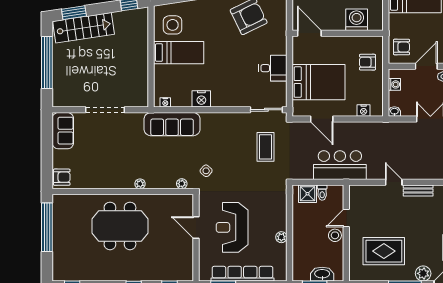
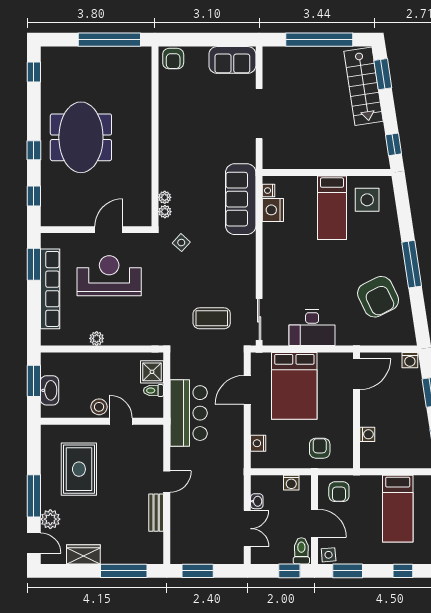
washing machine: (357, 20) -> (367, 434), width x0.53, depth x0.53
desk: (273, 68) -> (312, 328), width x1.37
nightstand: (201, 99) -> (273, 210), moved
washbasin: (394, 111) -> (257, 501), moved
plant: (140, 184) -> (165, 197), moved
meeting table: (120, 226) -> (81, 137), moved

